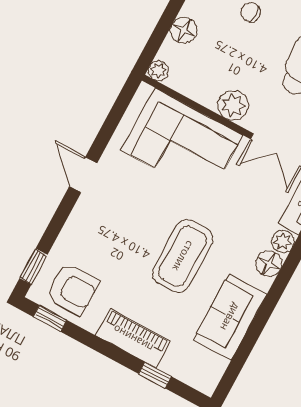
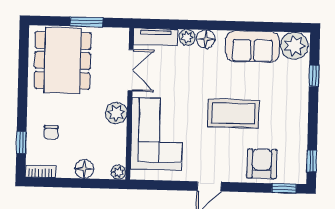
coffee table: (183, 256) -> (233, 113), moved
armchair: (73, 289) -> (262, 164), moved
piano: (133, 338) -> (298, 102), removed
plant: (205, 370) -> (294, 46), added

